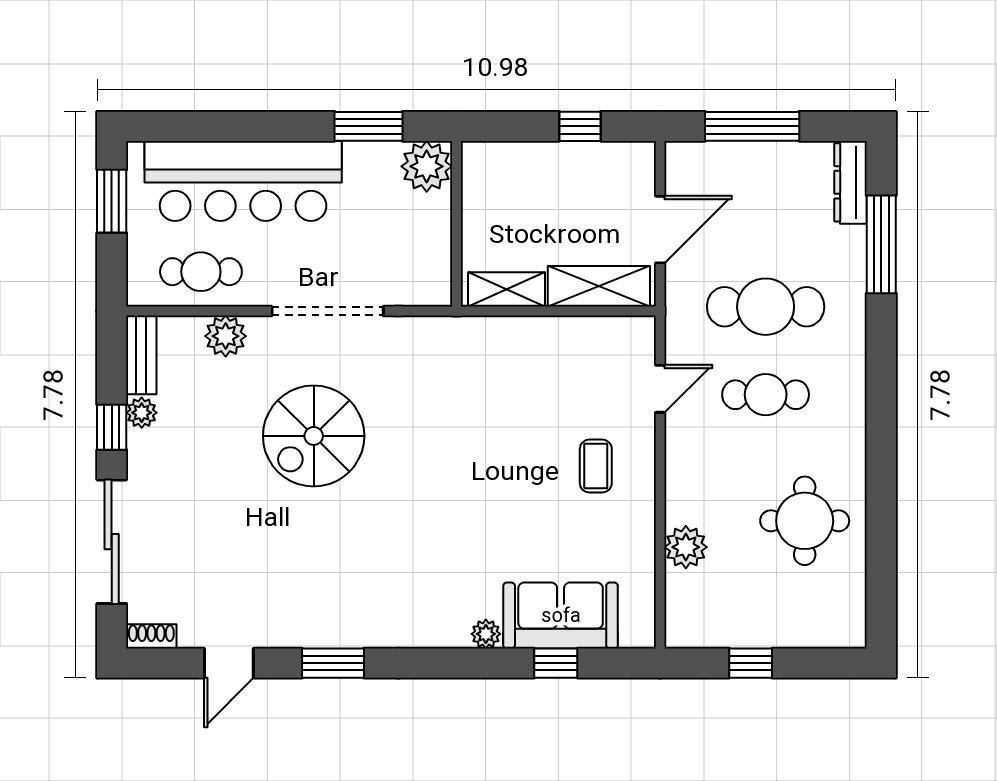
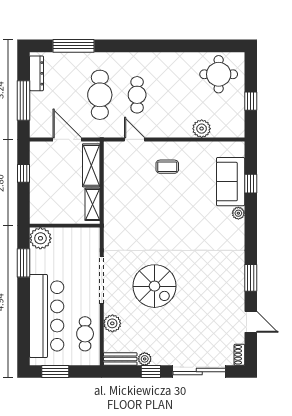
dresser: (850, 182) -> (37, 73), moved, turned -90
round table: (805, 521) -> (219, 74), moved

